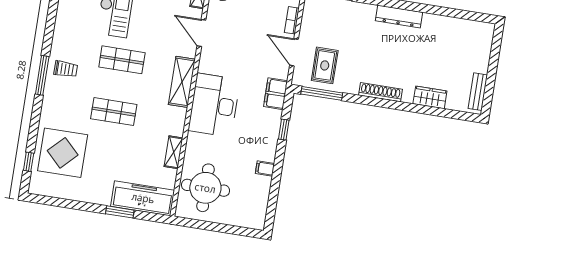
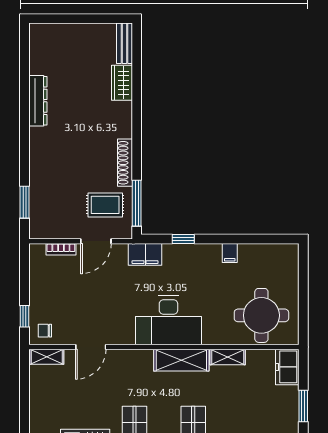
dresser: (399, 16) -> (38, 101), moved
shelving: (182, 82) -> (181, 360), moved
shoe rack: (380, 92) -> (125, 163), moved
bench: (478, 92) -> (124, 43), moved, turned 90
freezer: (143, 198) -> (287, 367), width x0.52, depth x0.79

